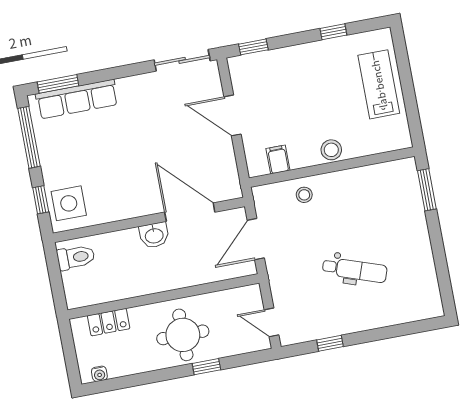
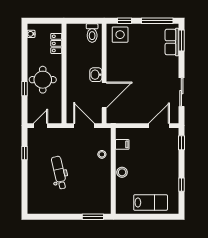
sliding door: (182, 60) -> (181, 92), moved
row of seats: (77, 99) -> (172, 42), width x0.68
door: (232, 115) -> (159, 126), moved
dental chair: (355, 270) -> (59, 173), turned 148

